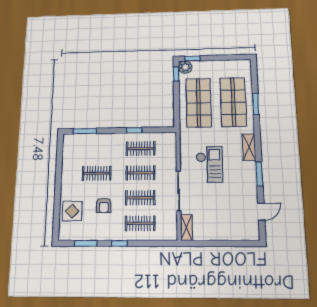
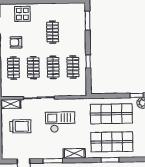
checkout: (209, 164) -> (60, 122), turned 180
armchair: (104, 205) -> (16, 42), moved
trolley: (216, 215) -> (20, 126), added

